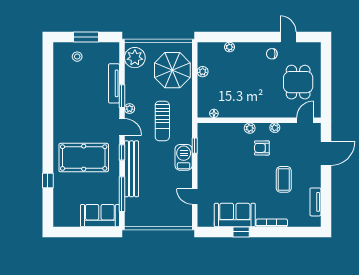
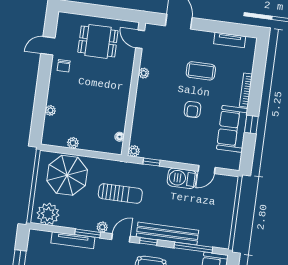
plant: (250, 128) -> (134, 151), moved
armchair: (262, 148) -> (193, 110), moved
barbecue: (184, 157) -> (182, 178), moved

